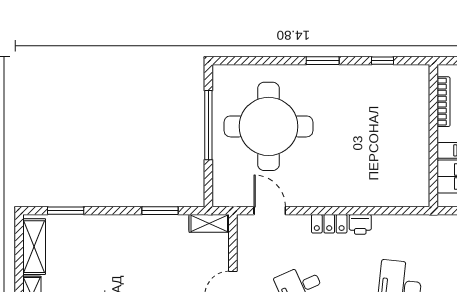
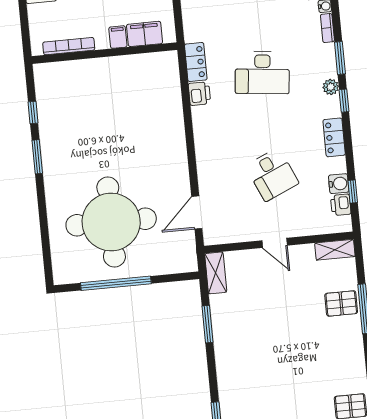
window: (323, 61) -> (37, 157), moved
locker: (329, 224) -> (196, 62), moved
printer: (360, 224) -> (199, 94), moved

